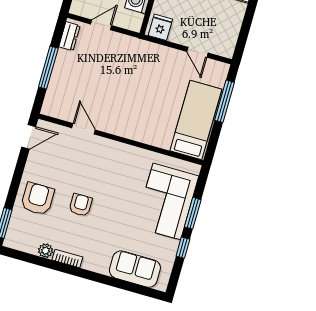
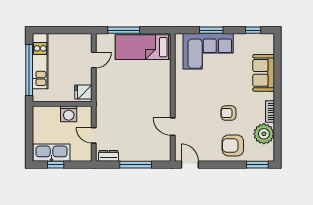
door: (84, 129) -> (173, 127), hinge flipped
window: (183, 248) -> (253, 30), moved
plant: (46, 251) -> (264, 134), width x1.88, depth x1.88
sofa: (135, 269) -> (264, 73), moved

